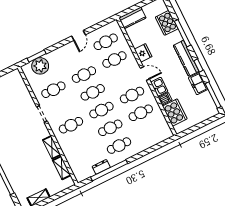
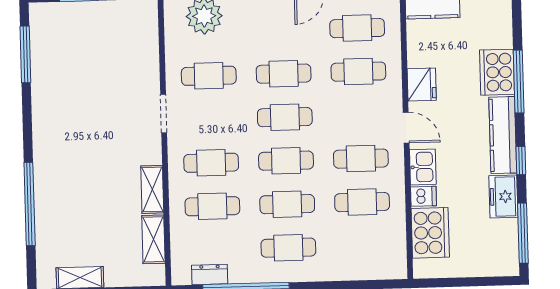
cooker: (167, 23) -> (497, 72), moved
cafe table: (80, 143) -> (212, 206), added
dresser: (101, 167) -> (210, 275), moved

